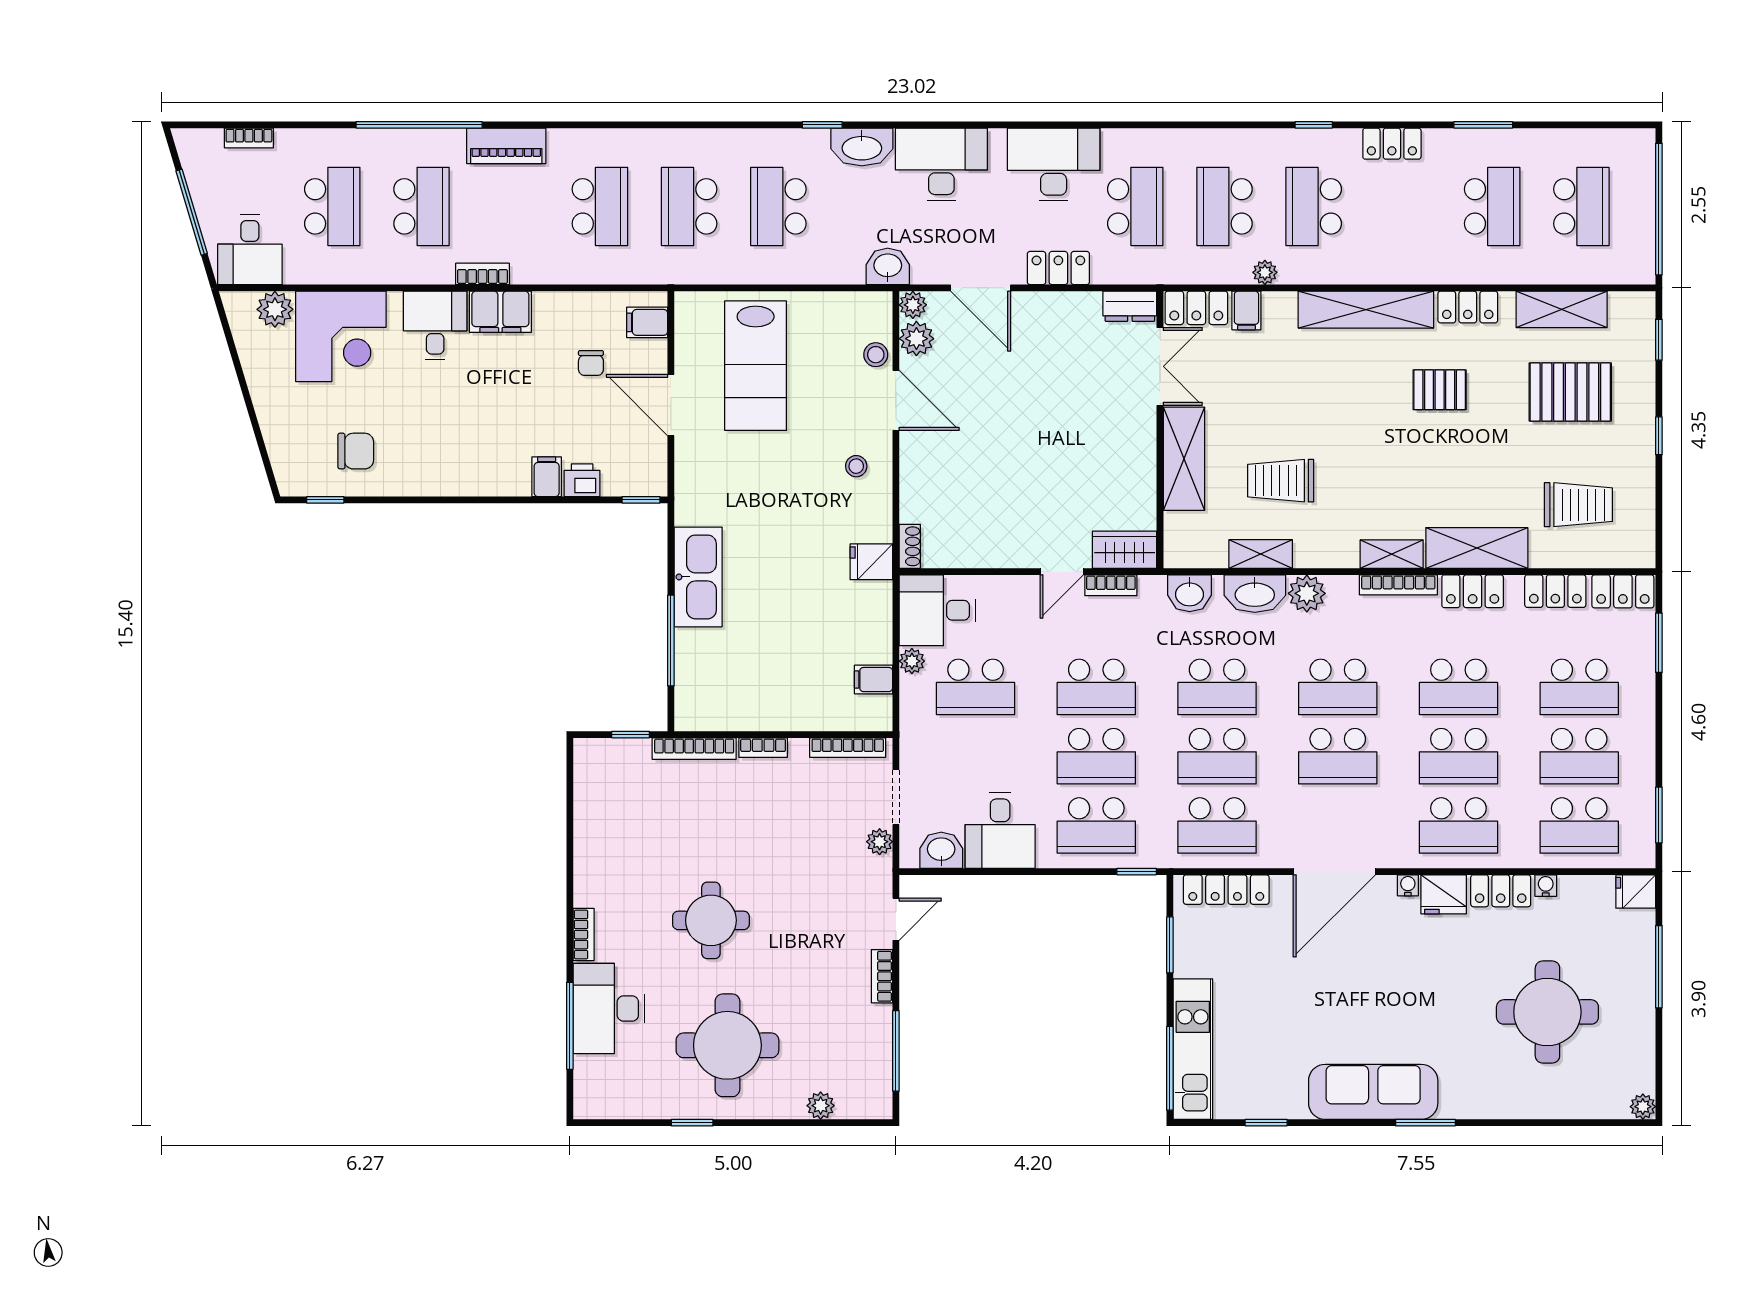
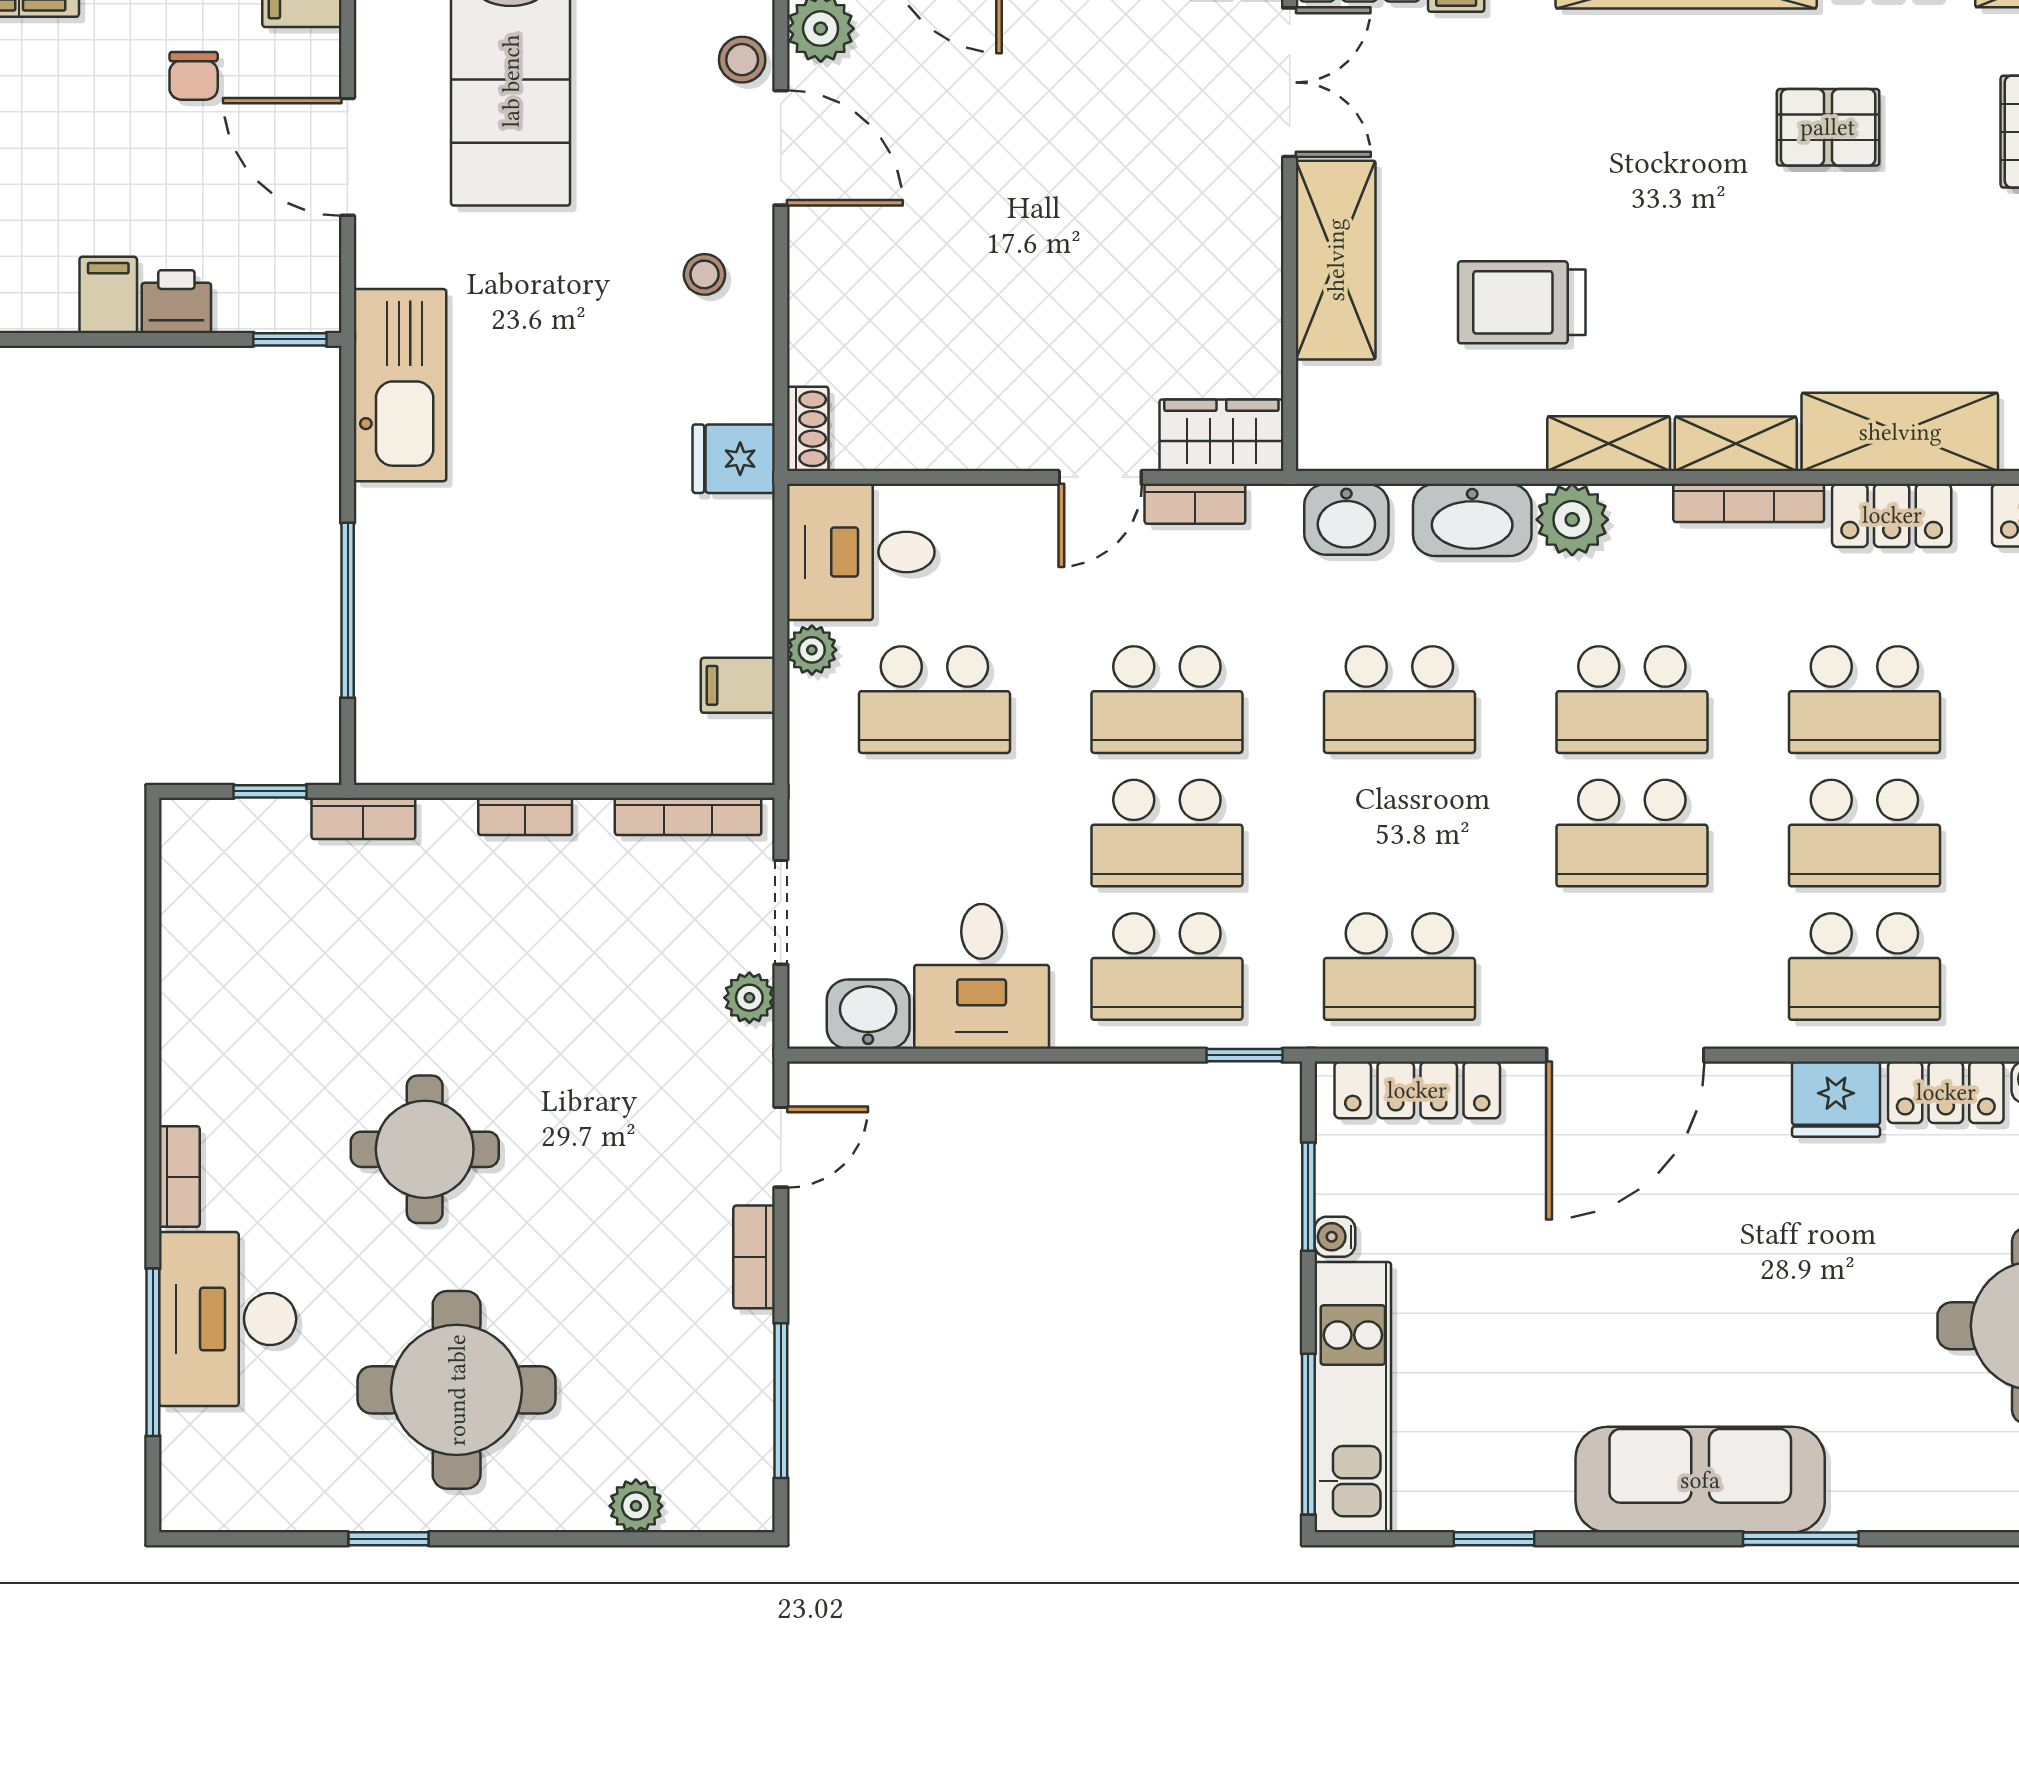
shelving: (1261, 554) -> (1609, 444), moved
kitchen sink: (698, 577) -> (400, 385), moved
bookcase: (694, 749) -> (363, 818), width x0.64
school desk: (1217, 756) -> (1399, 833), removed
water cooler: (1408, 885) -> (1335, 1237), moved, turned -90

